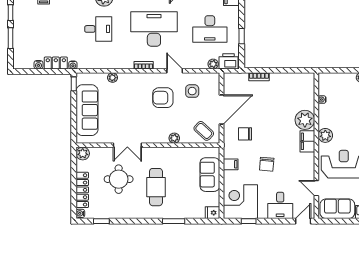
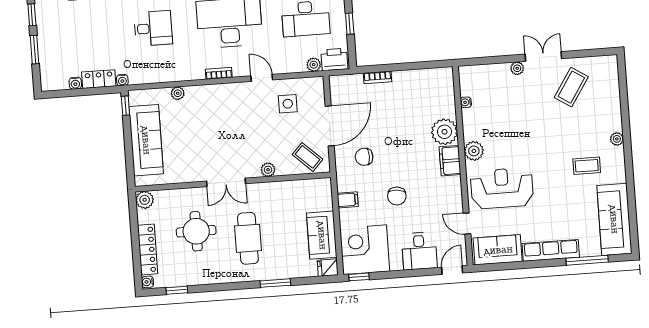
armchair: (163, 98) -> (248, 116), removed
double door: (127, 145) -> (226, 182), moved
sofa: (210, 175) -> (322, 235), moved
window: (249, 221) -> (359, 277), moved

